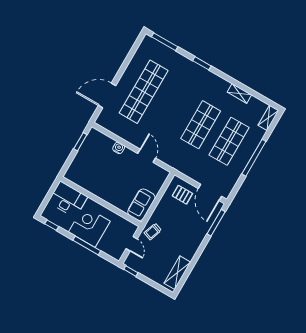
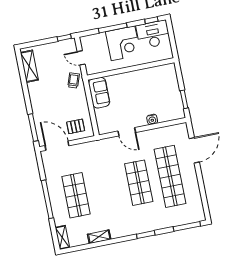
shop shelf: (201, 125) -> (139, 183), moved
desk: (68, 199) -> (153, 34), moved, turned 180

